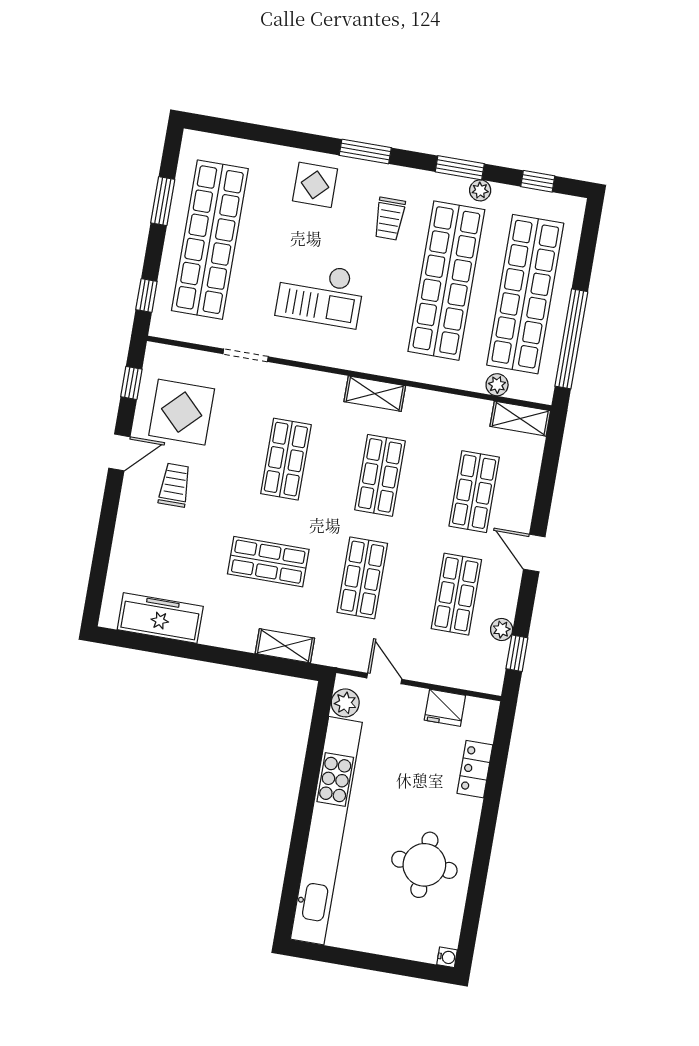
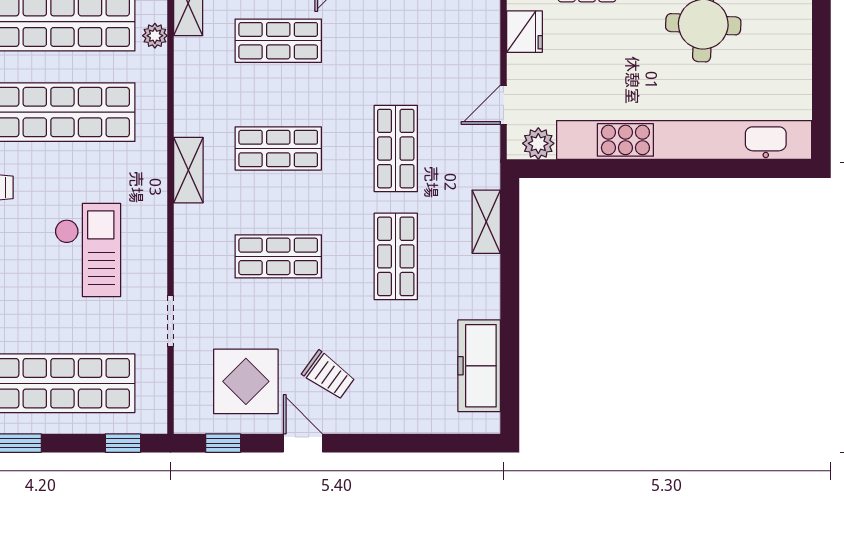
trolley: (175, 485) -> (329, 375), turned -144
shop shelf: (362, 578) -> (396, 149), turned 90
shop shelf: (456, 594) -> (396, 41), removed

